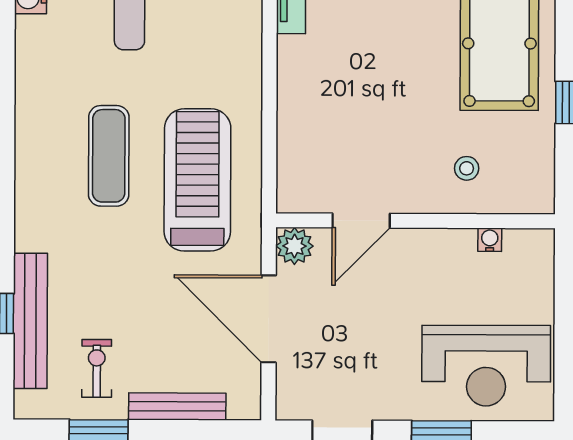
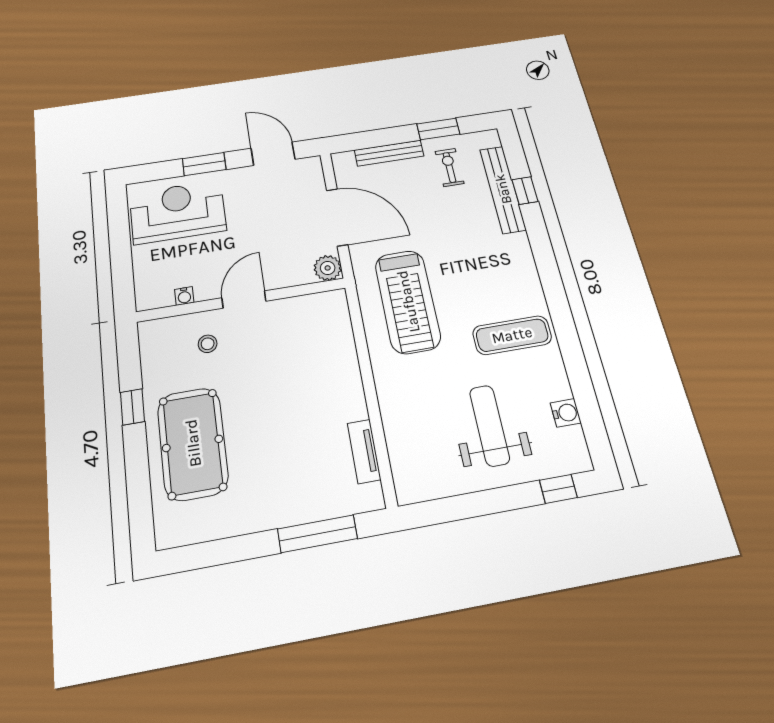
exercise mat: (109, 156) -> (512, 335), moved, turned 90
door: (361, 221) -> (244, 300), moved
exercise bike: (97, 368) -> (450, 167), turned 180

